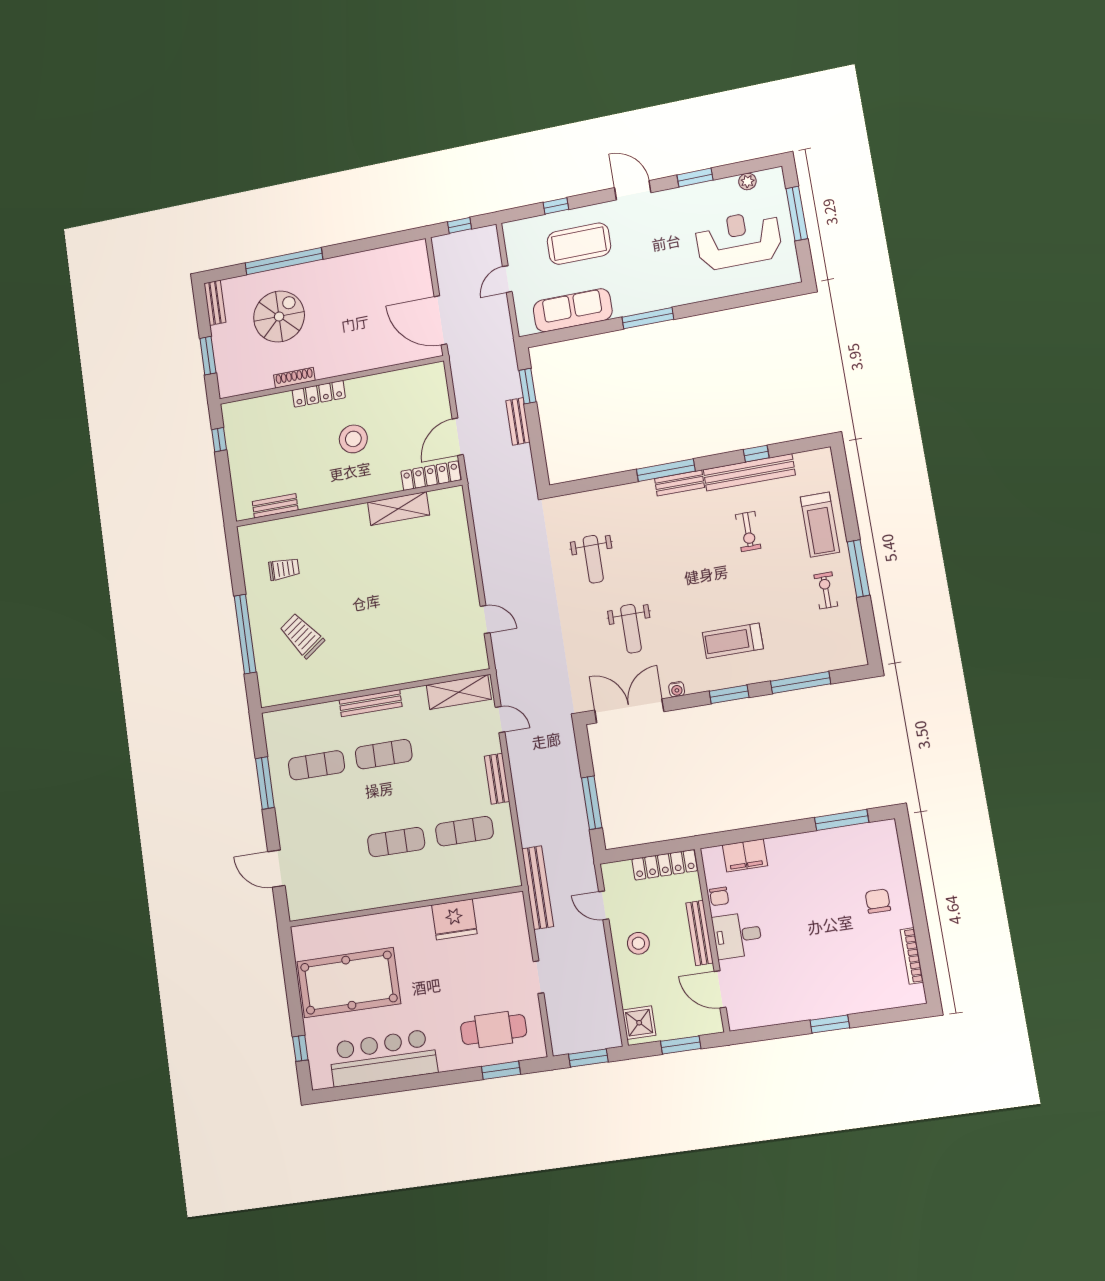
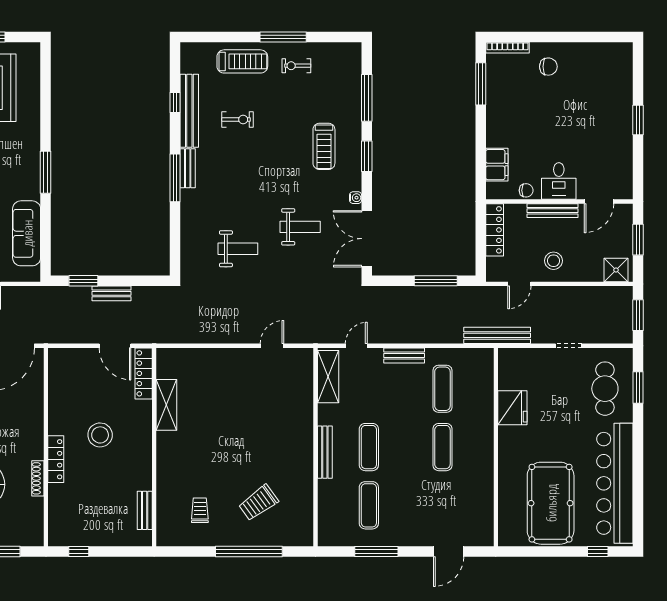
chair: (878, 901) -> (548, 67), turned 180
bookcase: (912, 956) -> (508, 48), moved
bar counter: (383, 1058) -> (615, 483), width x1.36

